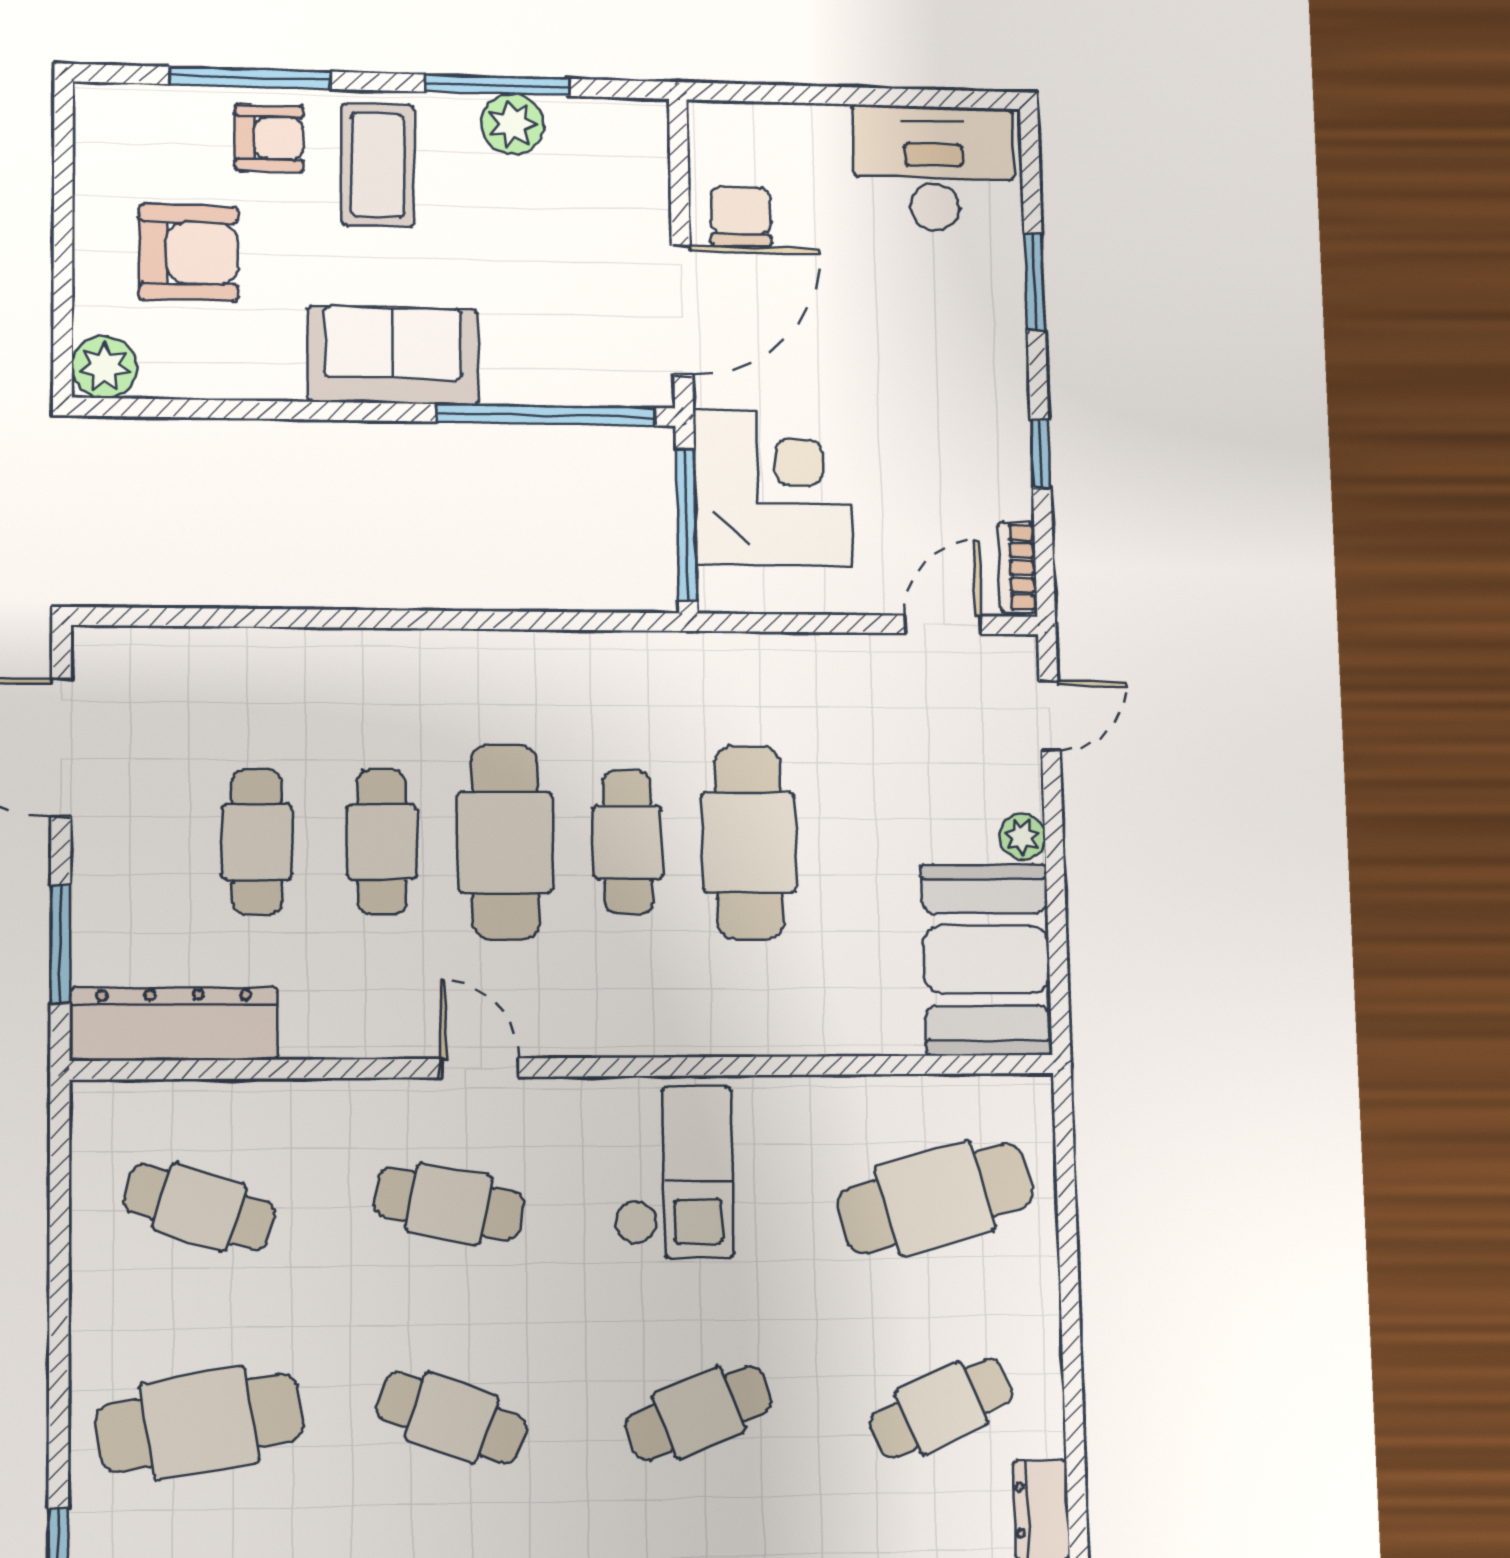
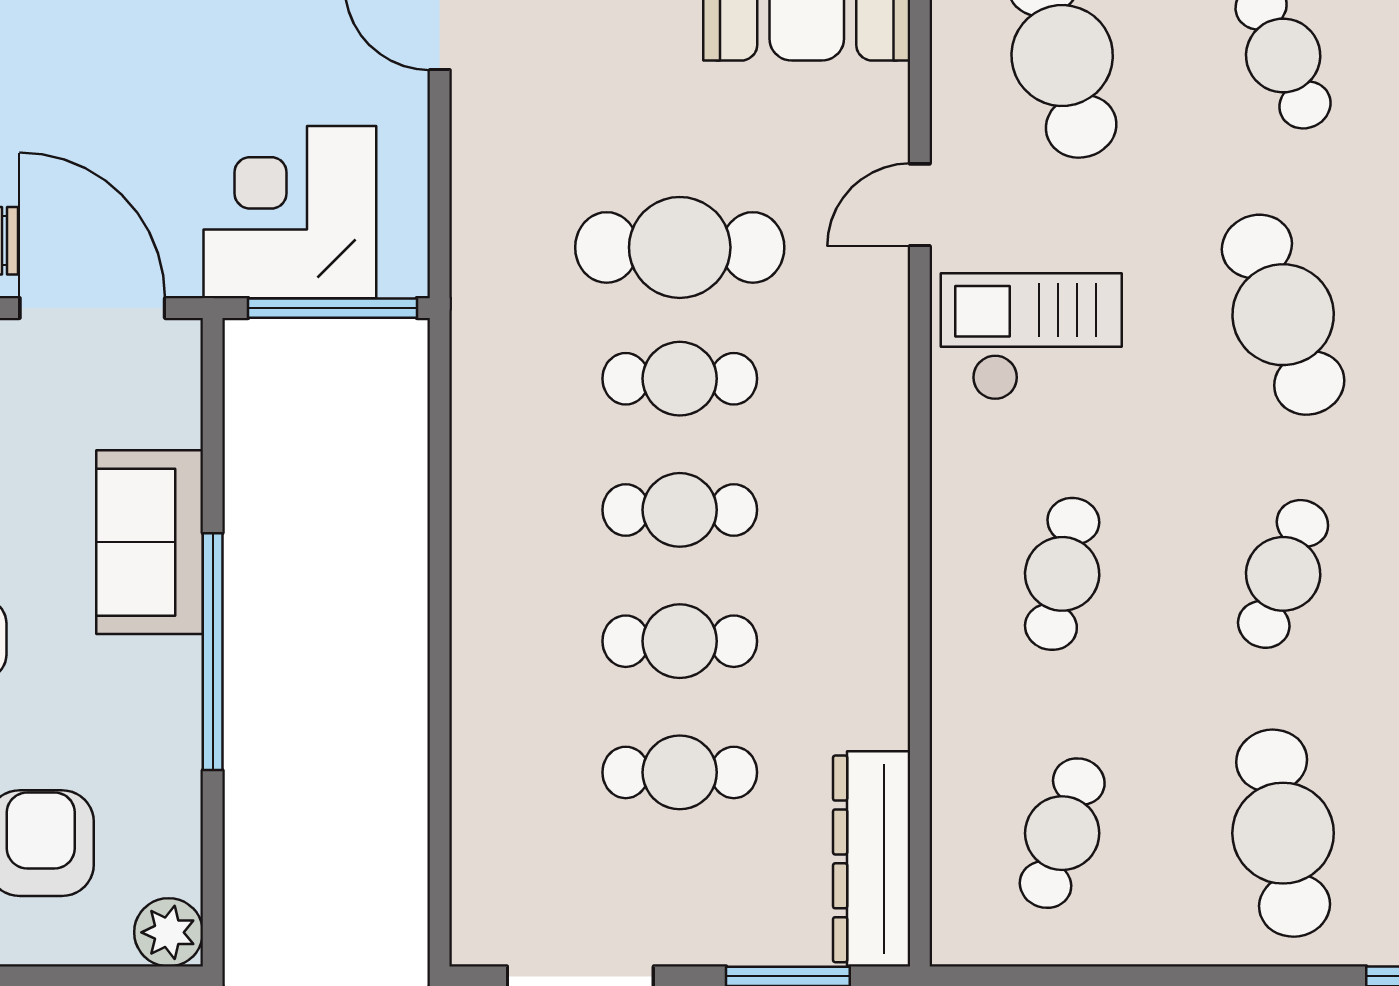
sofa: (393, 355) -> (150, 542), moved
window: (546, 415) -> (213, 652), moved
cafe table: (505, 842) -> (680, 510), width x0.73, depth x0.74
door: (480, 1068) -> (920, 205), moved
cafe table: (699, 1413) -> (1283, 315), width x1.37, depth x1.35

